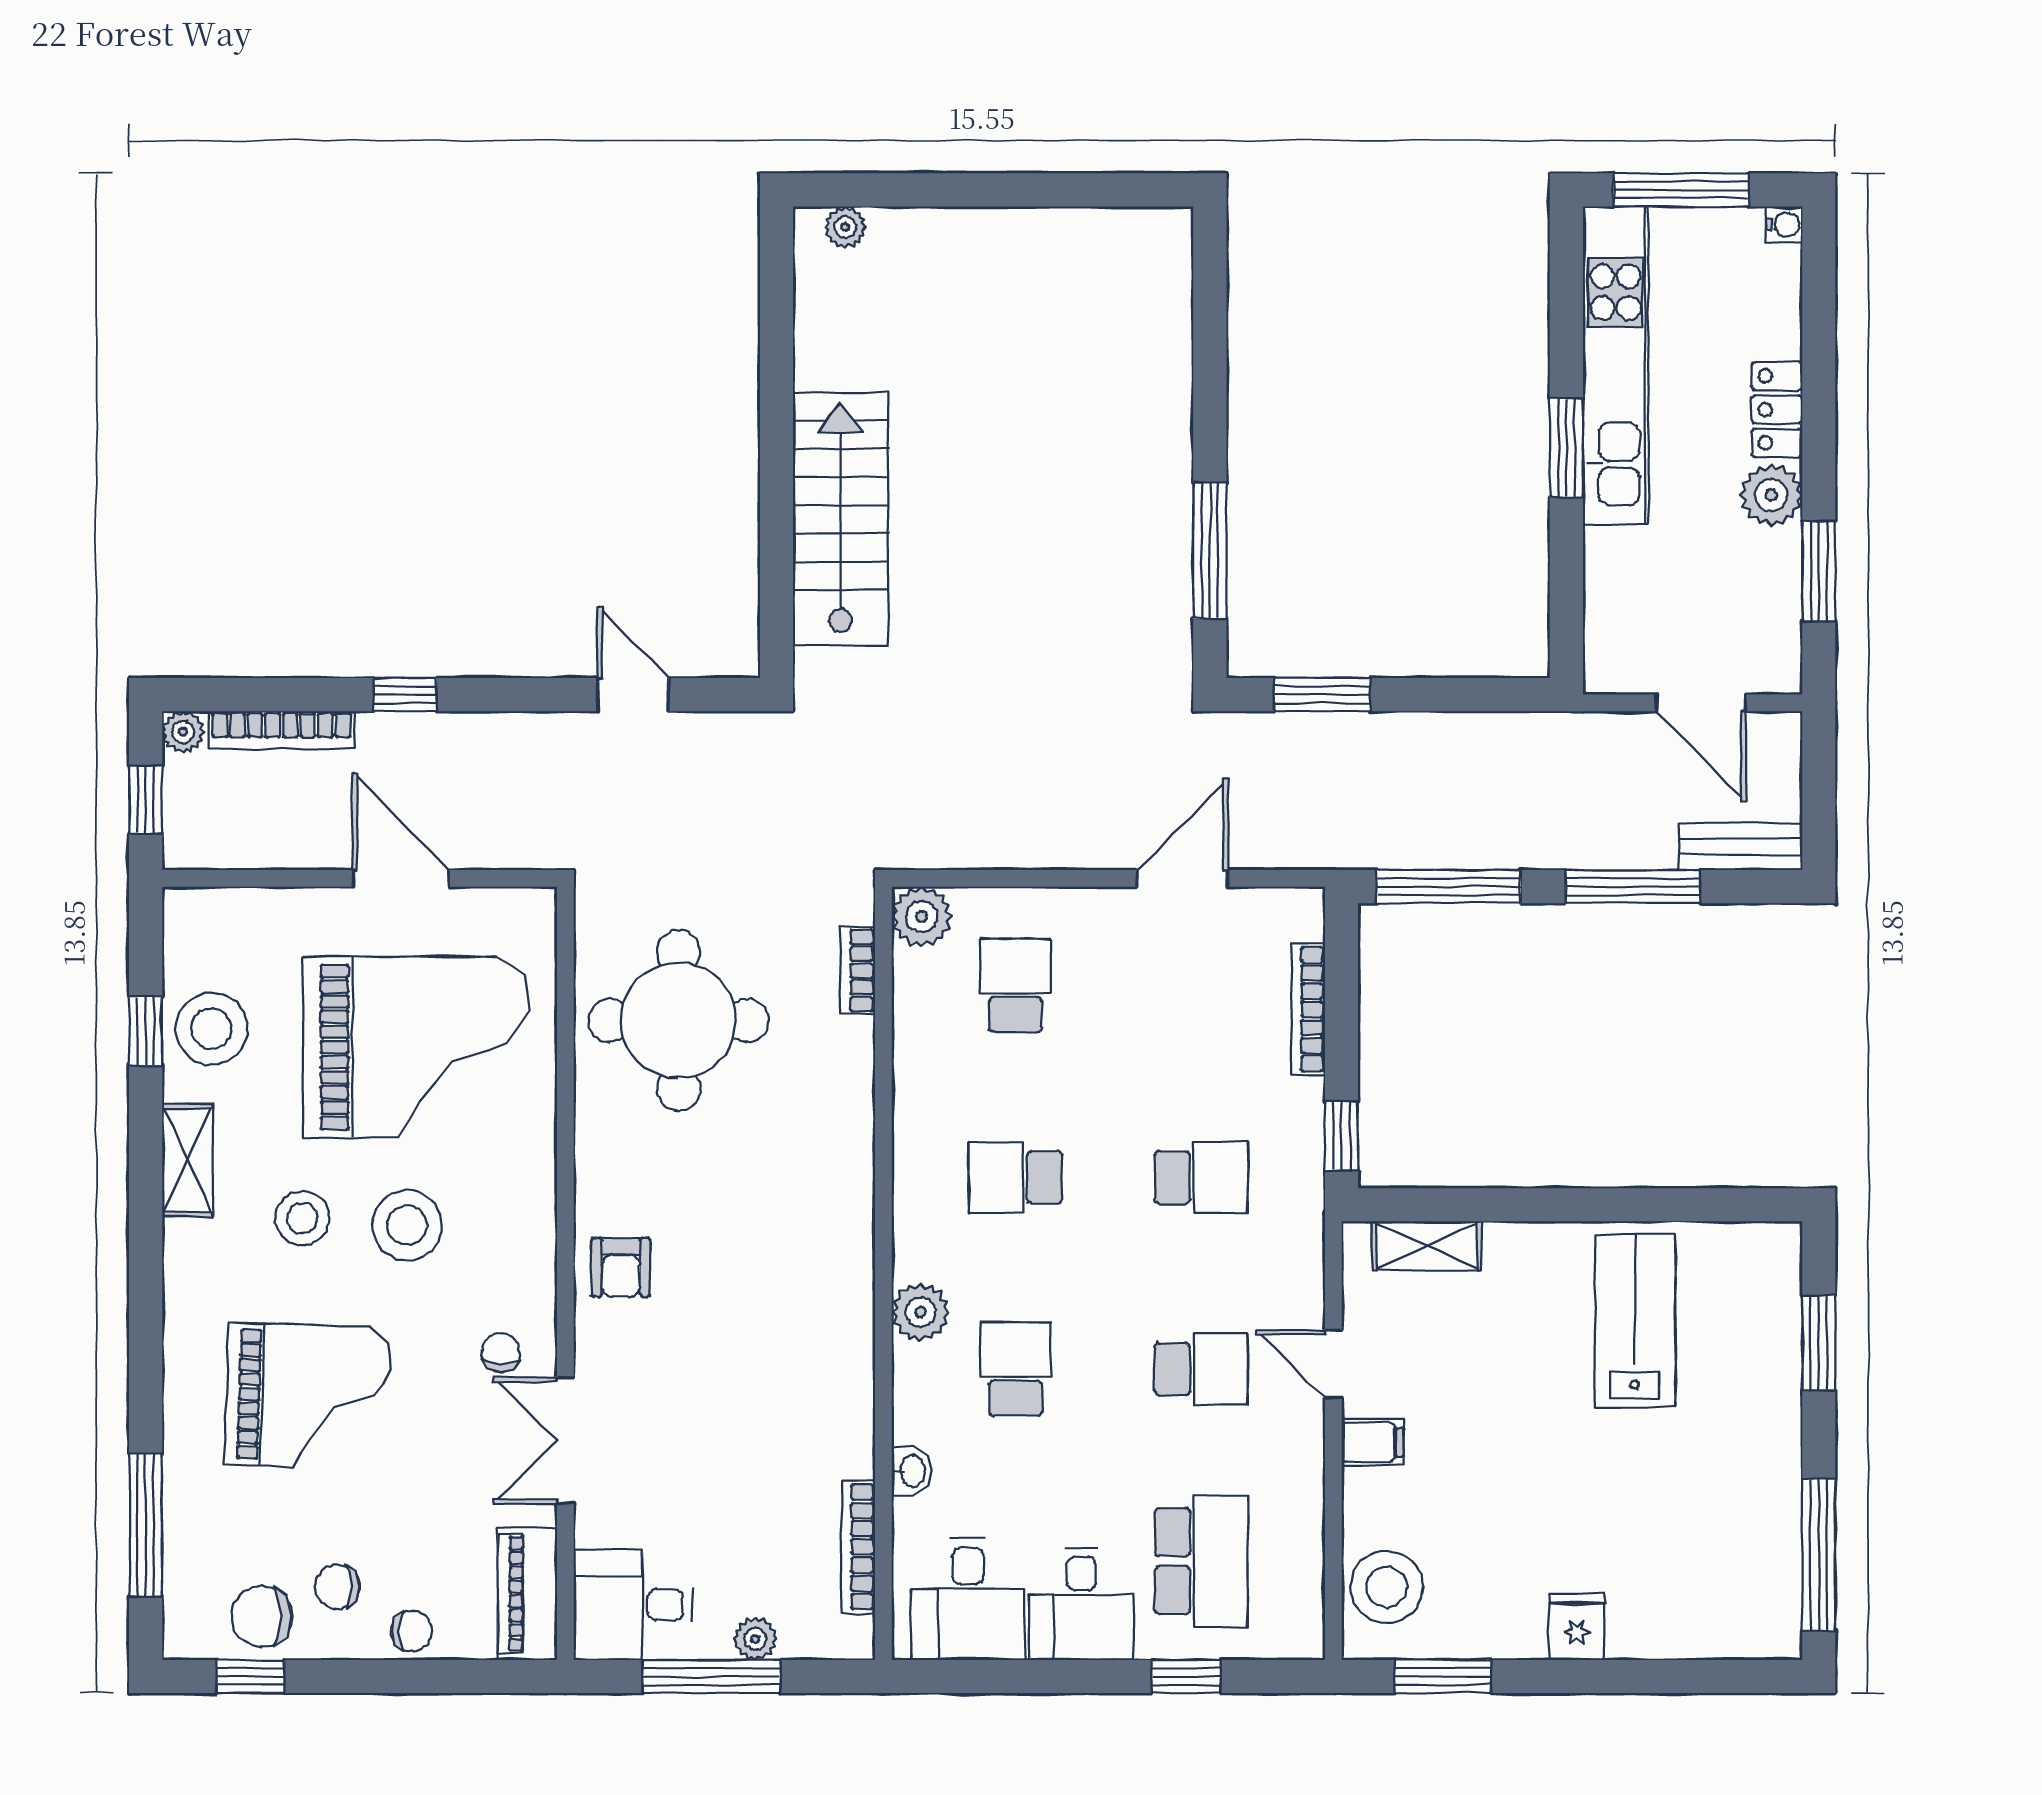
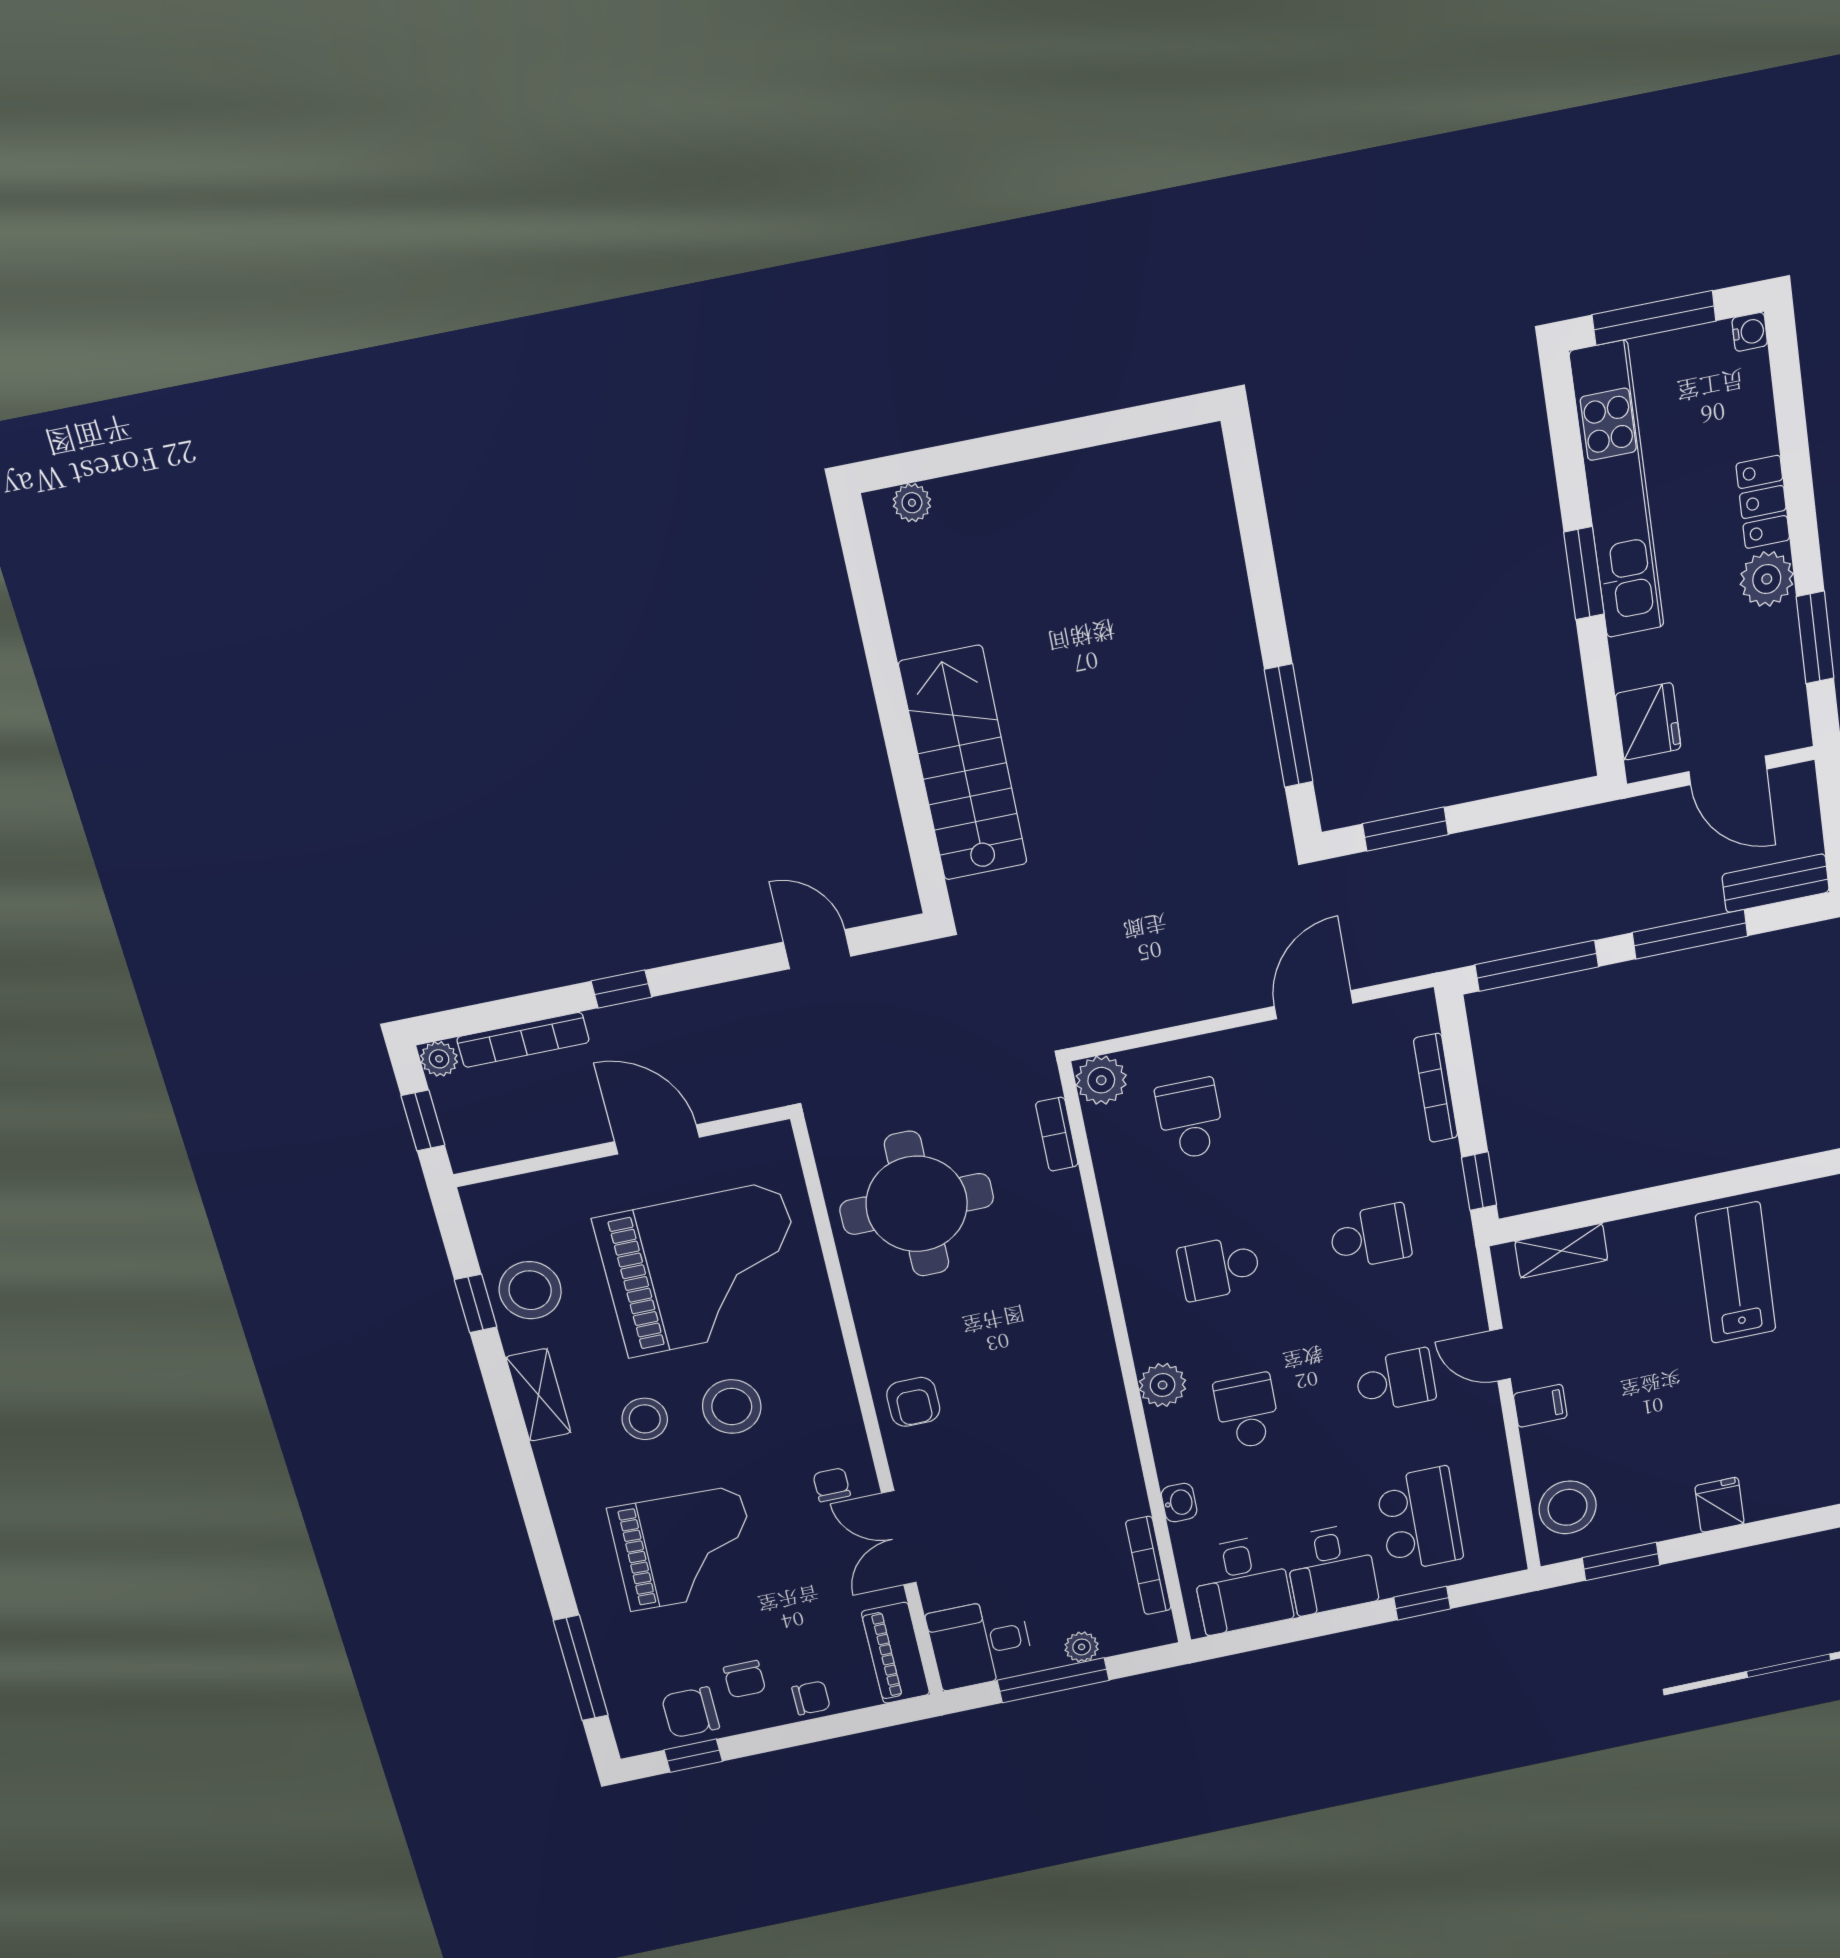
fridge: (1617, 628) -> (1648, 721), added
chair: (337, 1587) -> (744, 1679), turned -90

